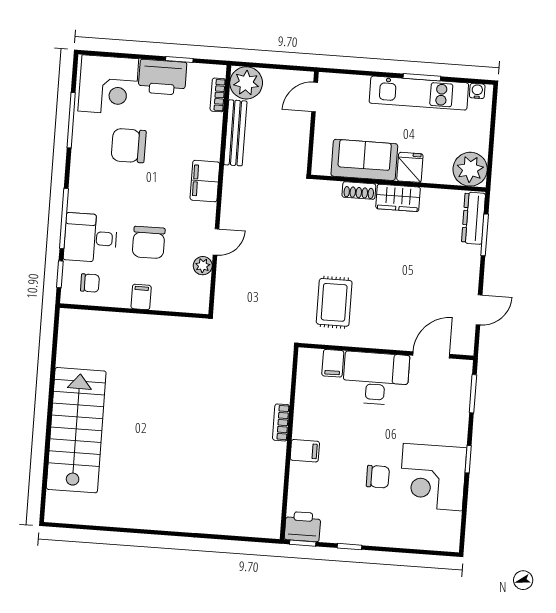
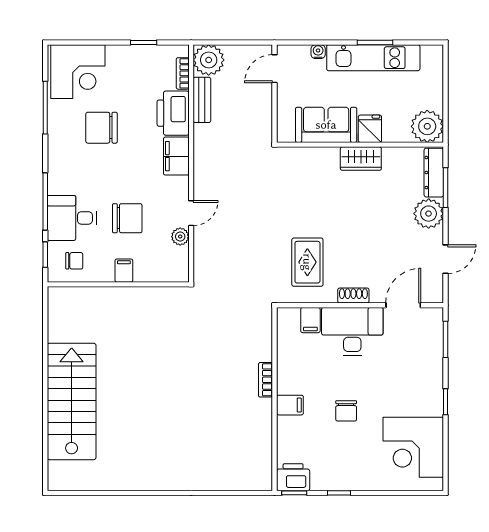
printer: (162, 77) -> (173, 113), moved, turned 90
water cooler: (477, 91) -> (318, 52), moved
bench: (235, 133) -> (202, 100), width x0.73
shoe rack: (359, 191) -> (353, 296), moved, turned 180
chair: (149, 242) -> (127, 218), turned -90
plant: (465, 261) -> (429, 214), added
chair: (378, 477) -> (346, 411), moved, turned 90
corner desk: (433, 477) -> (413, 447), moved

